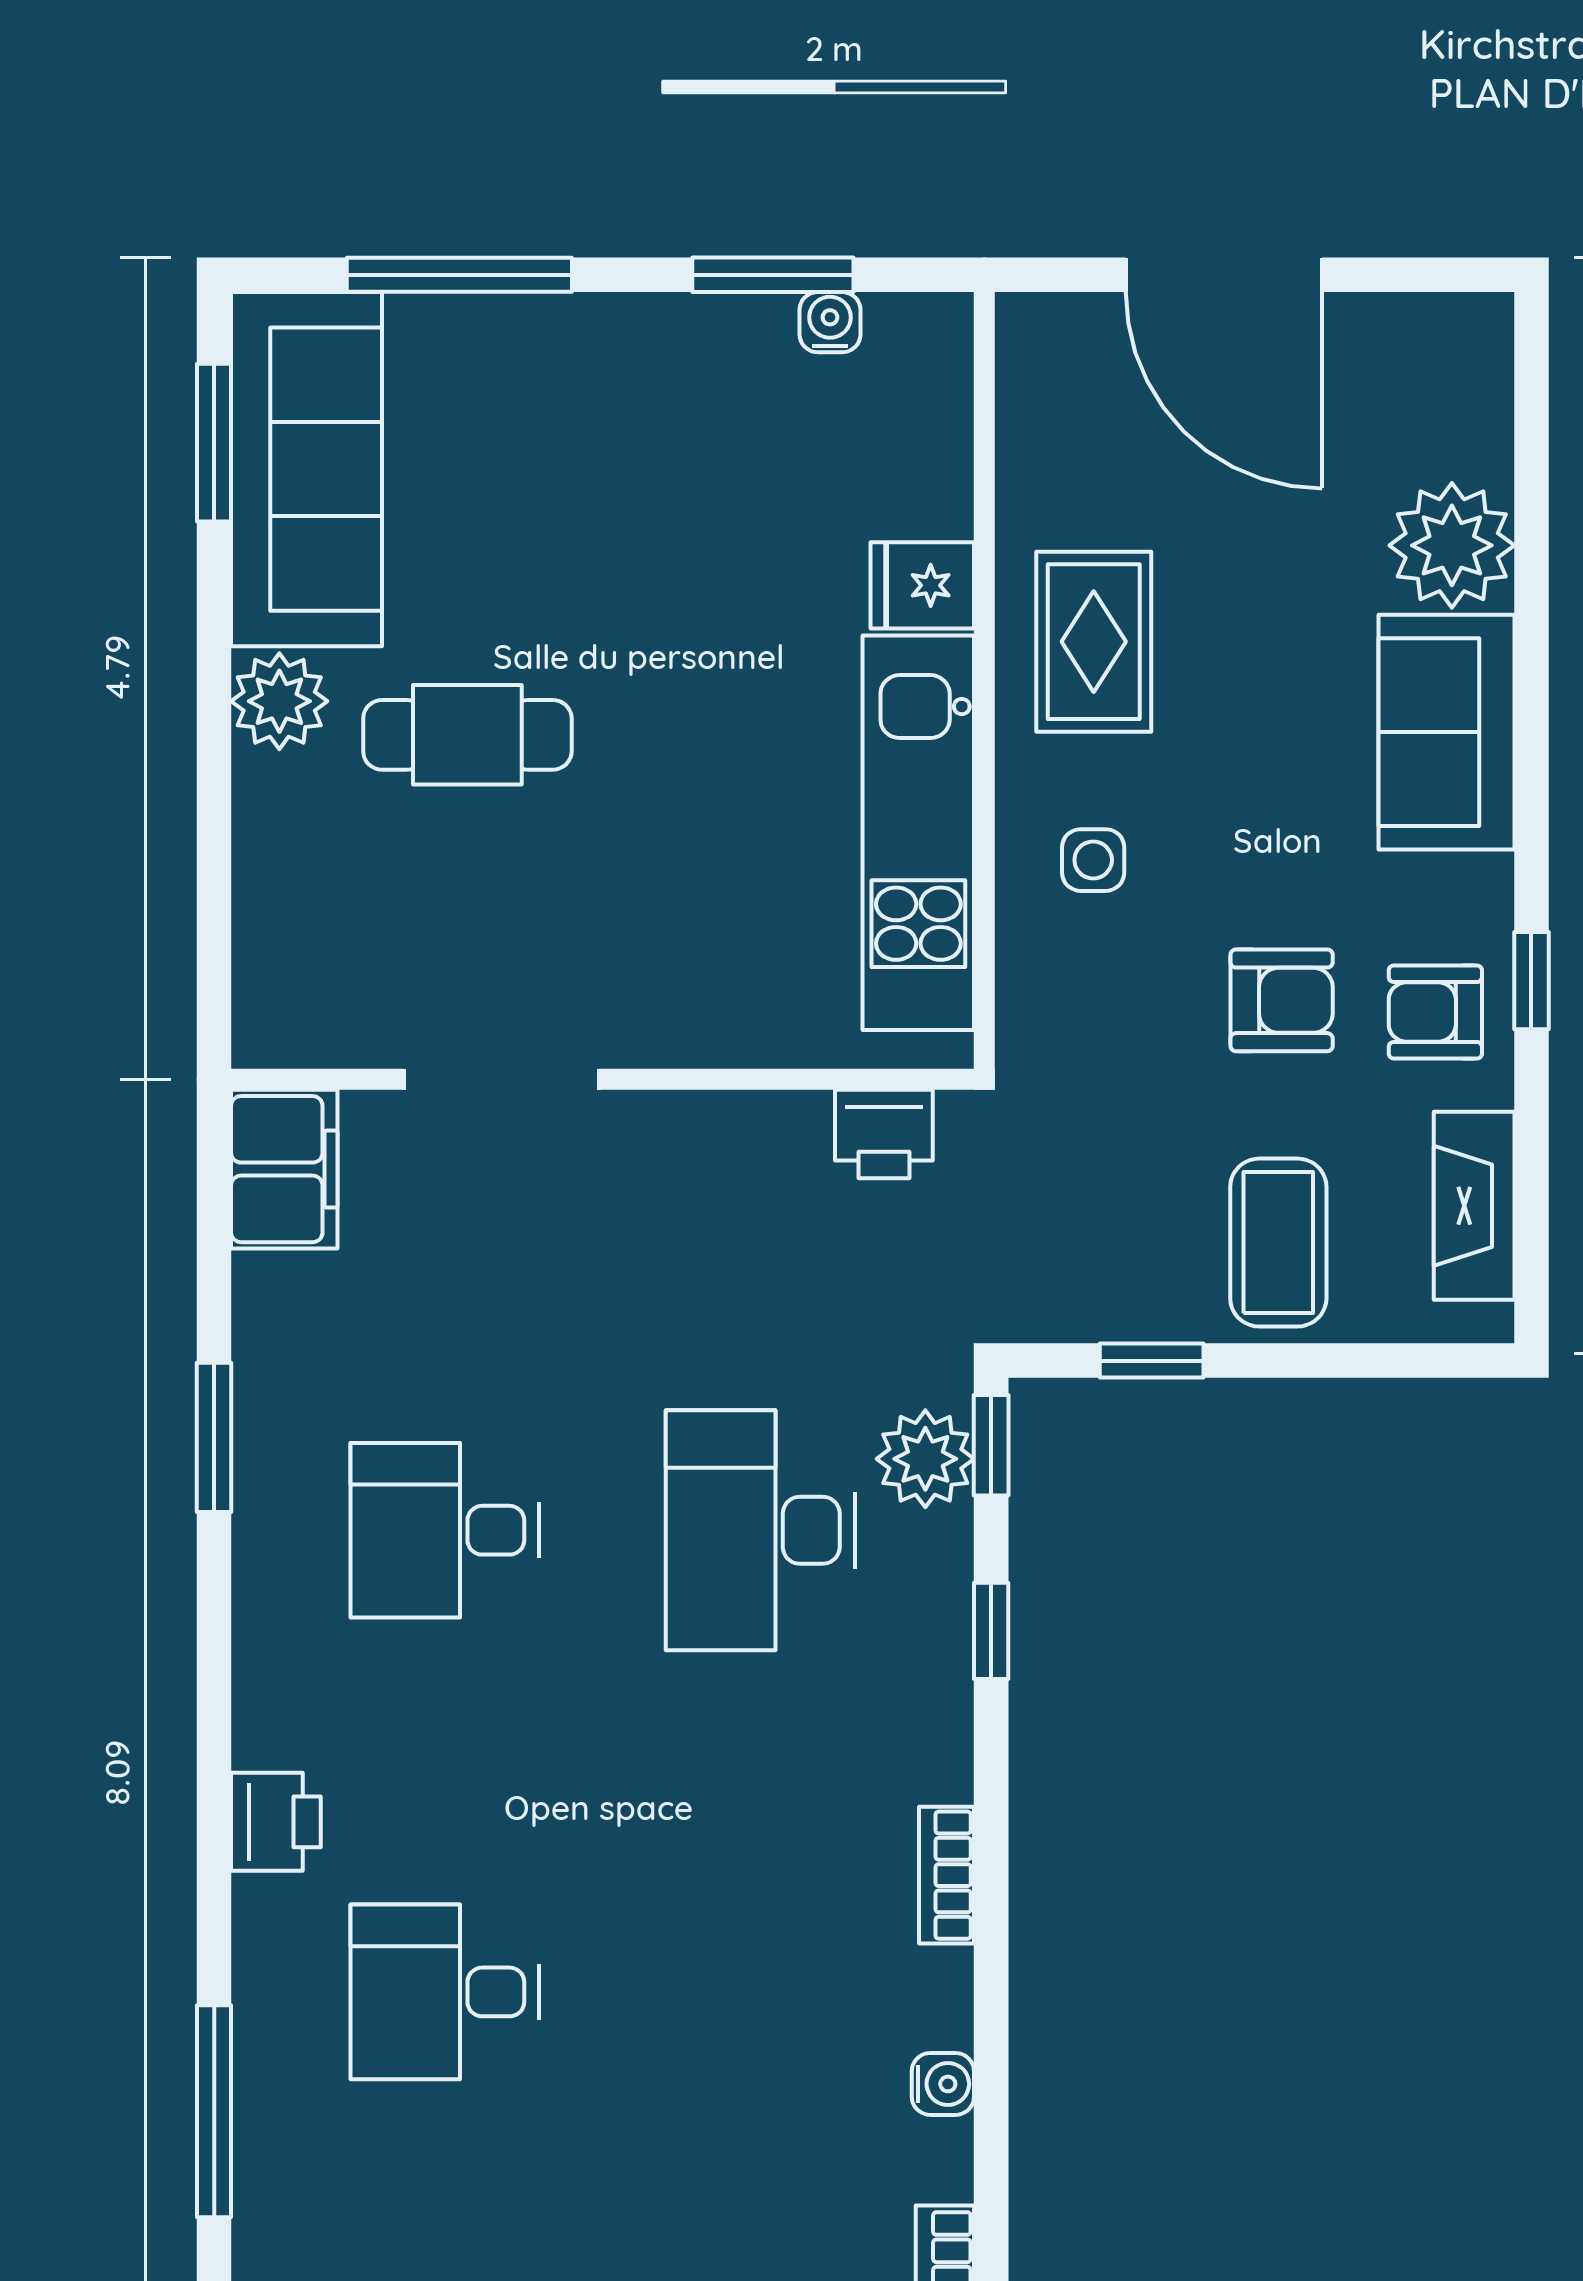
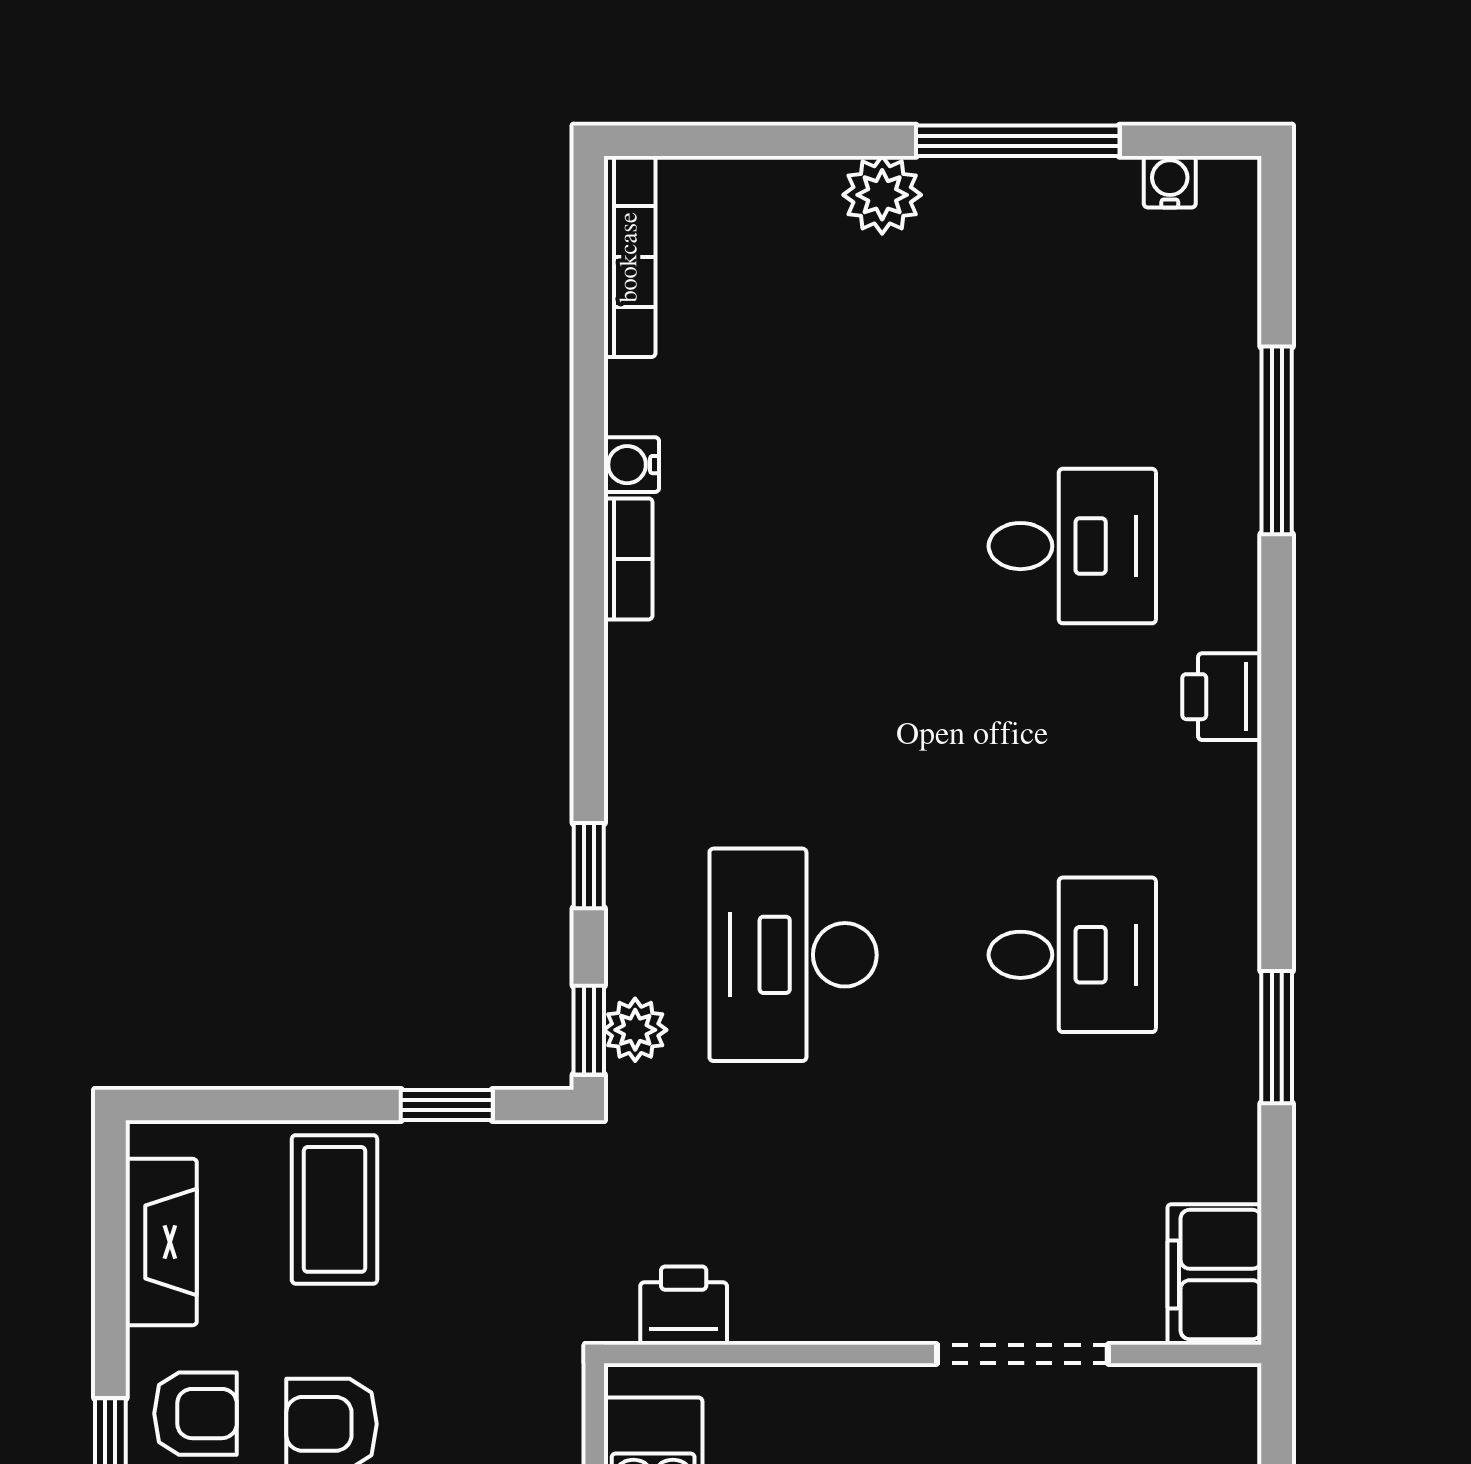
plant: (925, 1459) -> (635, 1030), width x0.73, depth x0.73
desk: (760, 1530) -> (793, 955), turned 180
bookcase: (947, 1875) -> (628, 559), moved

